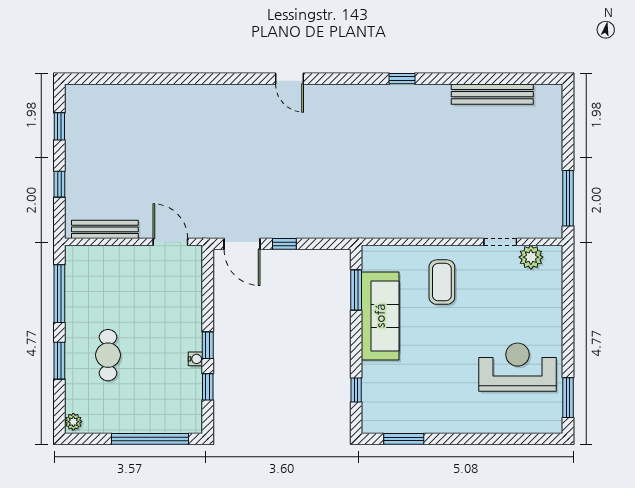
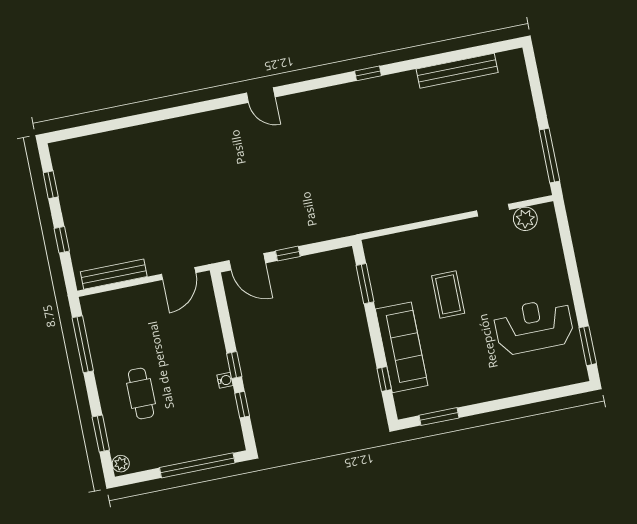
door: (170, 242) -> (179, 274), swing flipped
coffee table: (442, 282) -> (448, 294), moved
sofa: (380, 316) -> (402, 347), moved
window: (59, 361) -> (101, 433), moved

